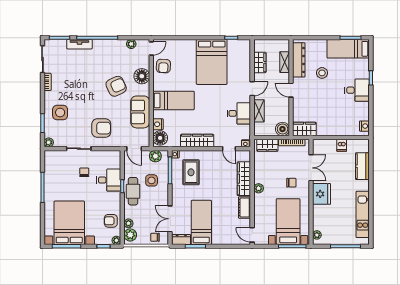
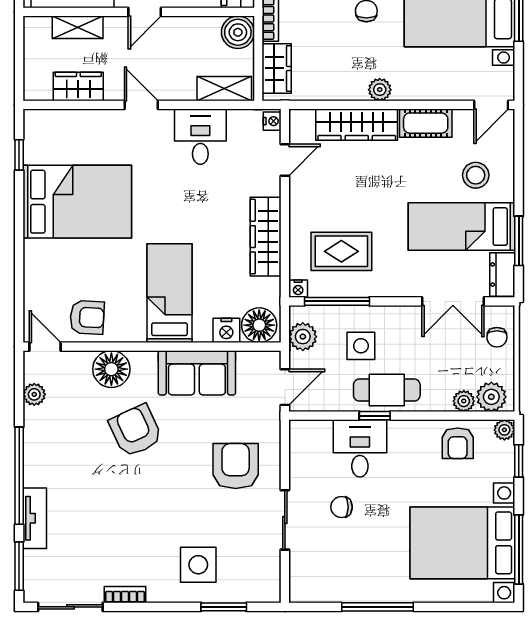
shelving: (259, 111) -> (224, 89), moved
plant: (49, 142) -> (270, 592), removed
stool: (223, 228) -> (476, 175), added

